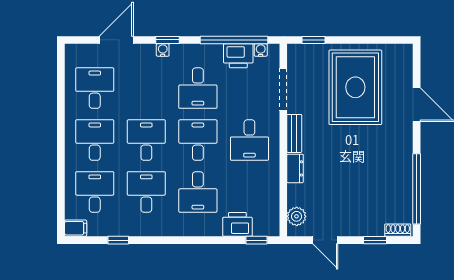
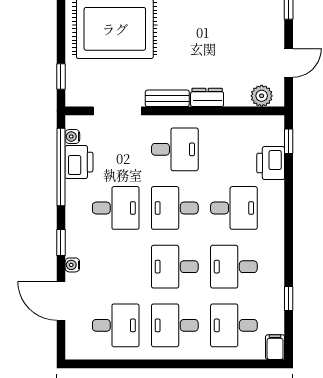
water cooler: (163, 50) -> (72, 265), moved
desk: (95, 88) -> (116, 325), turned 180

